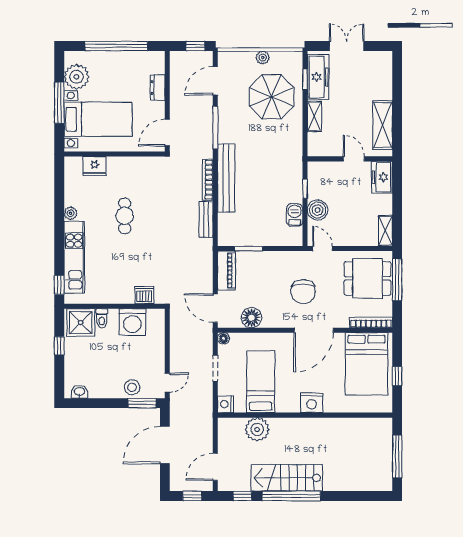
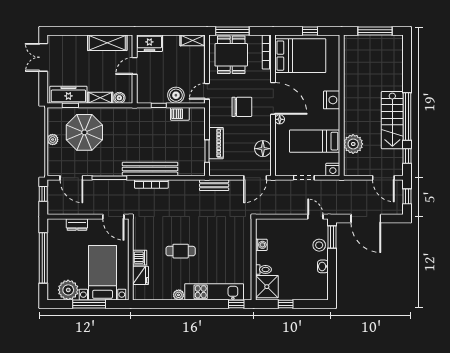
double door: (347, 46) -> (43, 57), moved
boiler: (314, 140) -> (119, 98), added
bench: (206, 220) -> (214, 185), moved
piano: (226, 271) -> (216, 143), moved, turned 90
dishwasher: (144, 295) -> (140, 258), moved, turned 180
washing machine: (132, 322) -> (261, 245), width x0.53, depth x0.53
floor lamp: (224, 338) -> (280, 119), moved
washbasin: (79, 392) -> (323, 266), moved

